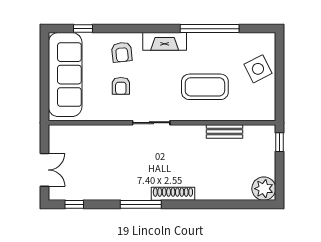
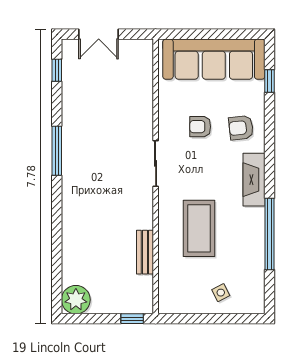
side table: (258, 69) -> (221, 293), width x0.54, depth x0.54
shoe rack: (173, 194) -> (70, 190), removed

